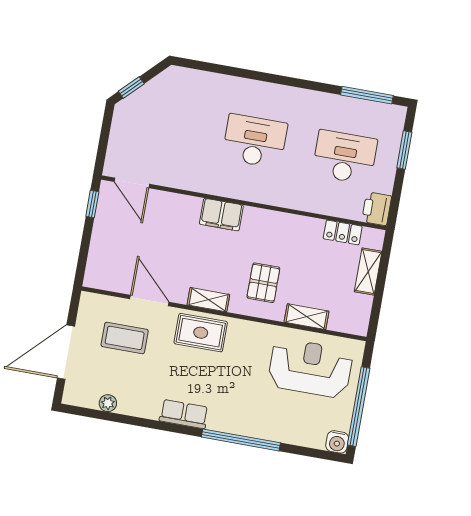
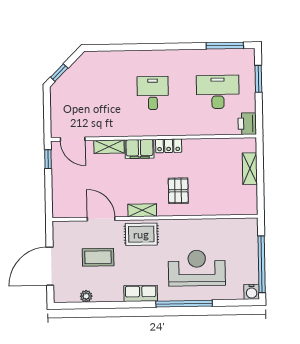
desk: (255, 141) -> (153, 93), width x0.73
locker: (343, 232) -> (169, 146), moved
shelving: (307, 317) -> (109, 147), moved
coffee table: (125, 338) -> (98, 257), moved
reception desk: (310, 368) -> (197, 268), moved

